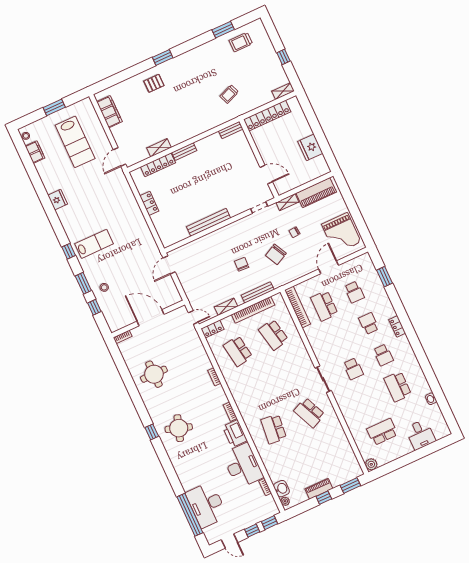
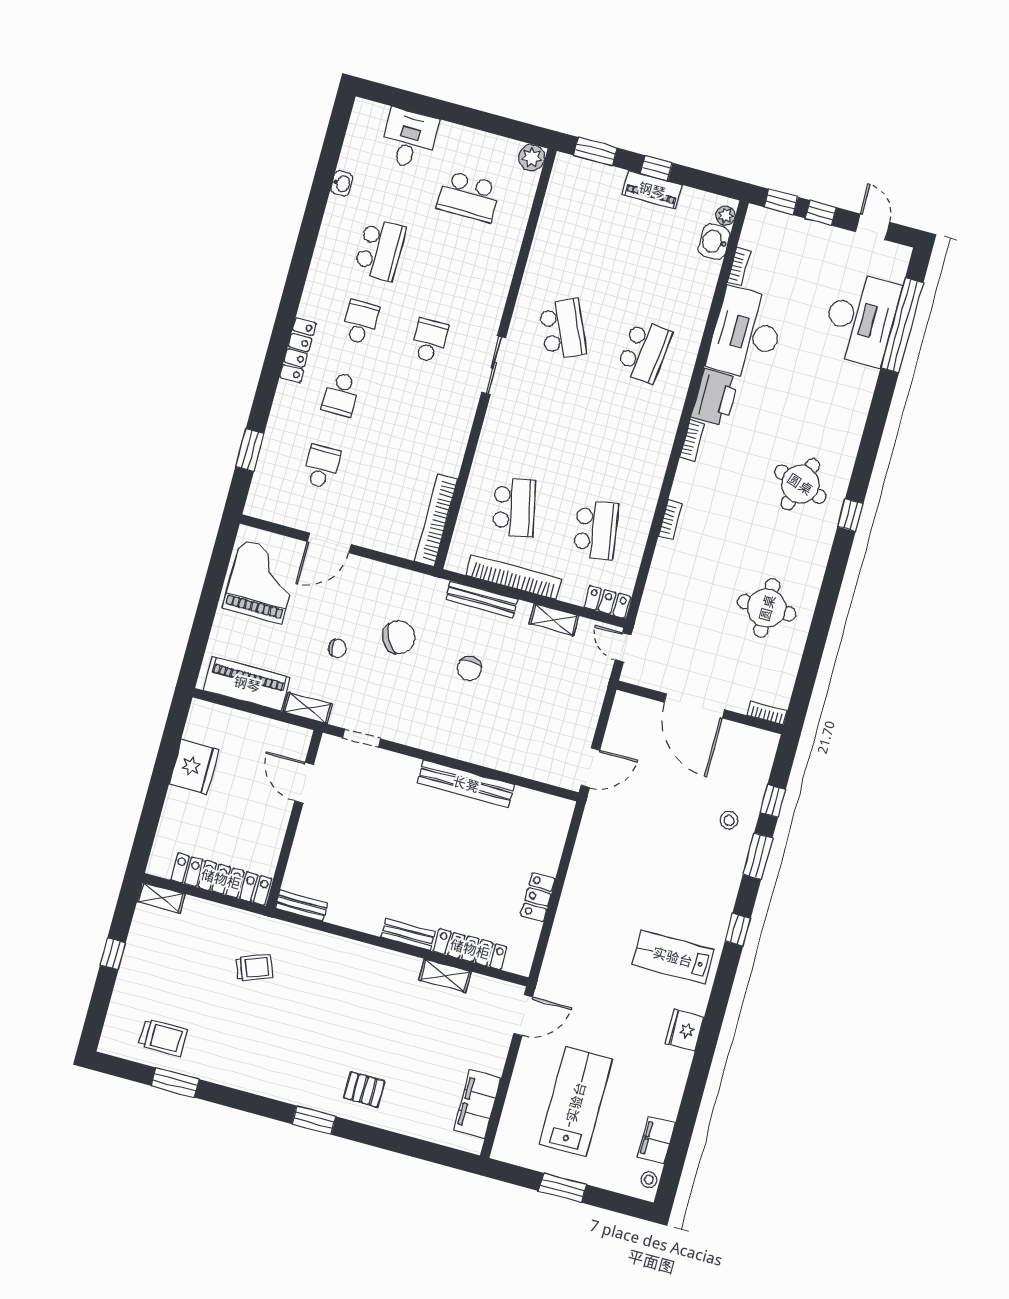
lab bench: (94, 244) -> (673, 957), moved
school desk: (324, 306) -> (390, 485), removed
locker: (397, 326) -> (298, 350), width x1.53

